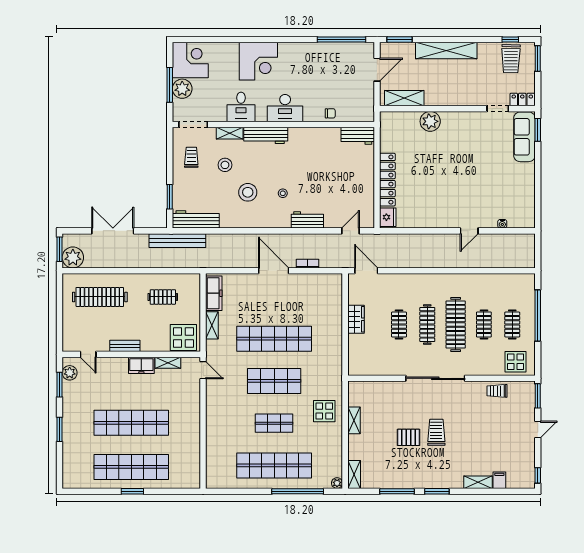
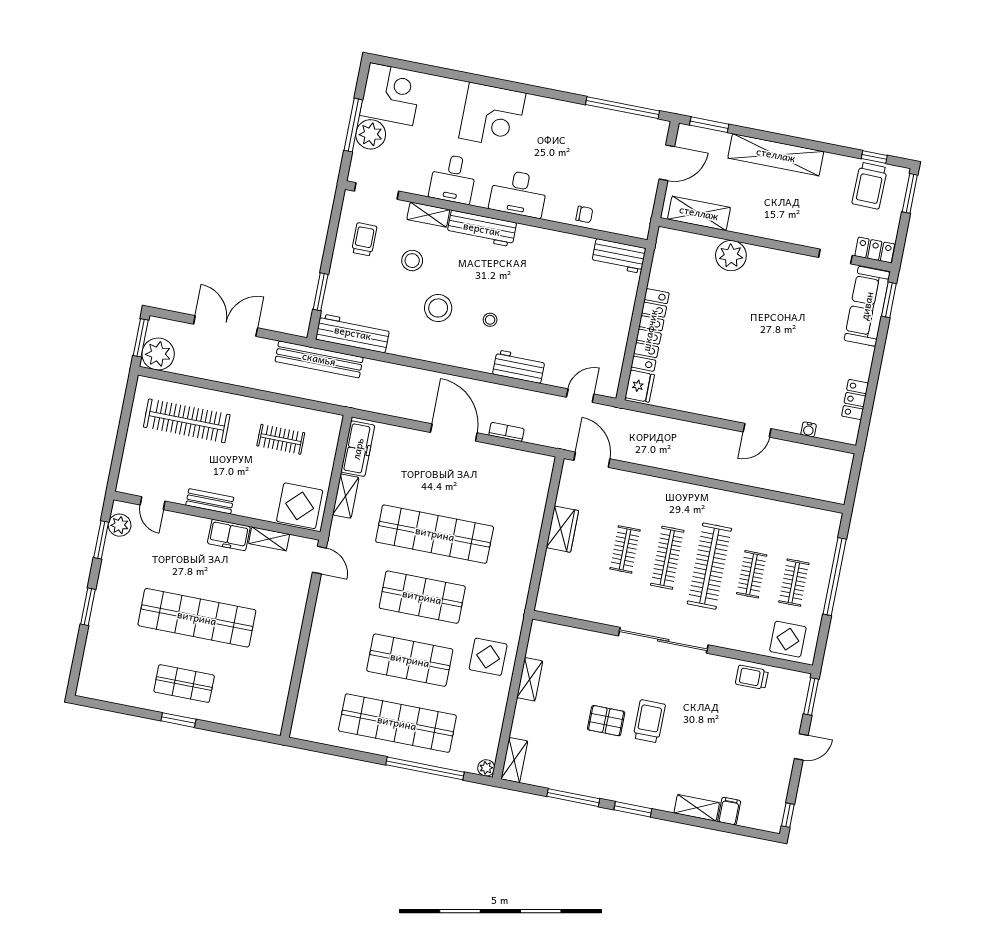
locker: (528, 199) -> (855, 400), added
shop shelf: (274, 423) -> (410, 660), width x1.43, depth x1.36
shop shelf: (131, 467) -> (184, 684), width x0.50, depth x0.74

